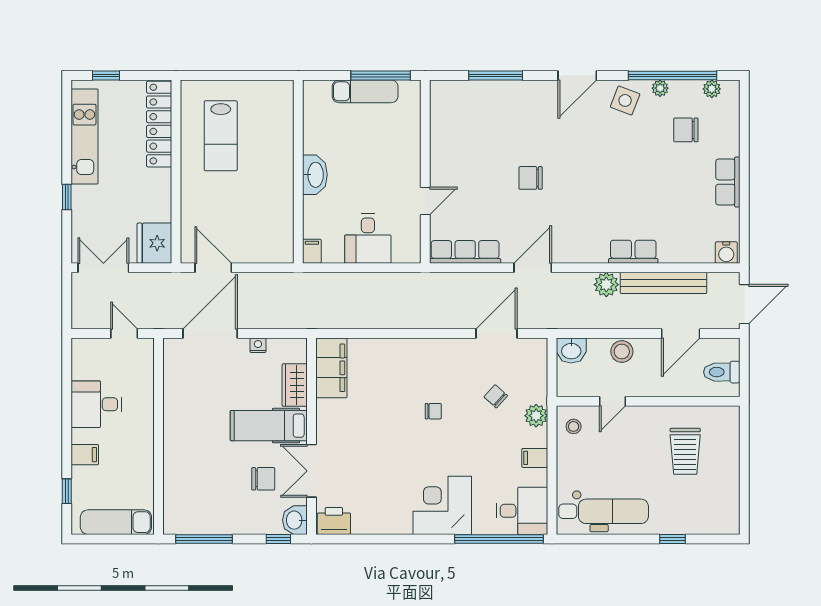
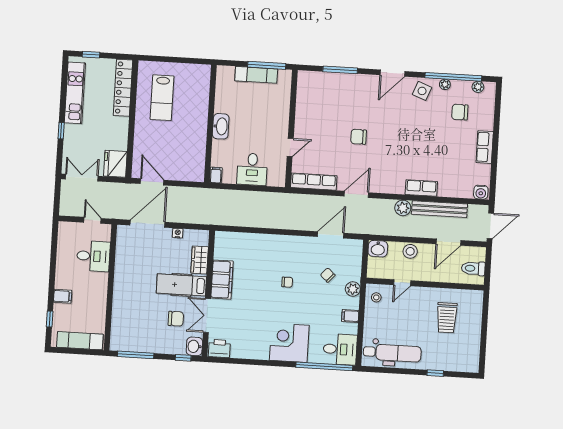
filing cabinet: (331, 368) -> (222, 280), moved
desk: (96, 404) -> (93, 256), moved, turned 180

